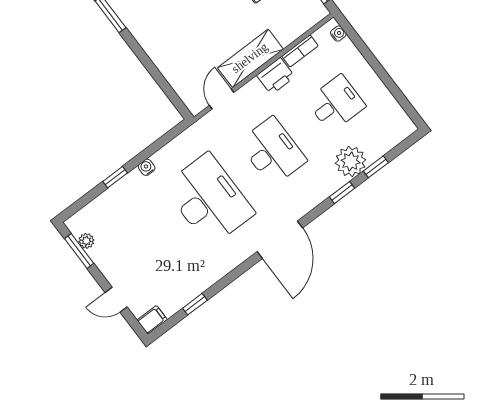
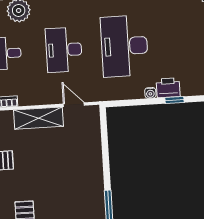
printer: (276, 76) -> (168, 88), moved
door: (222, 99) -> (74, 105), swing flipped

